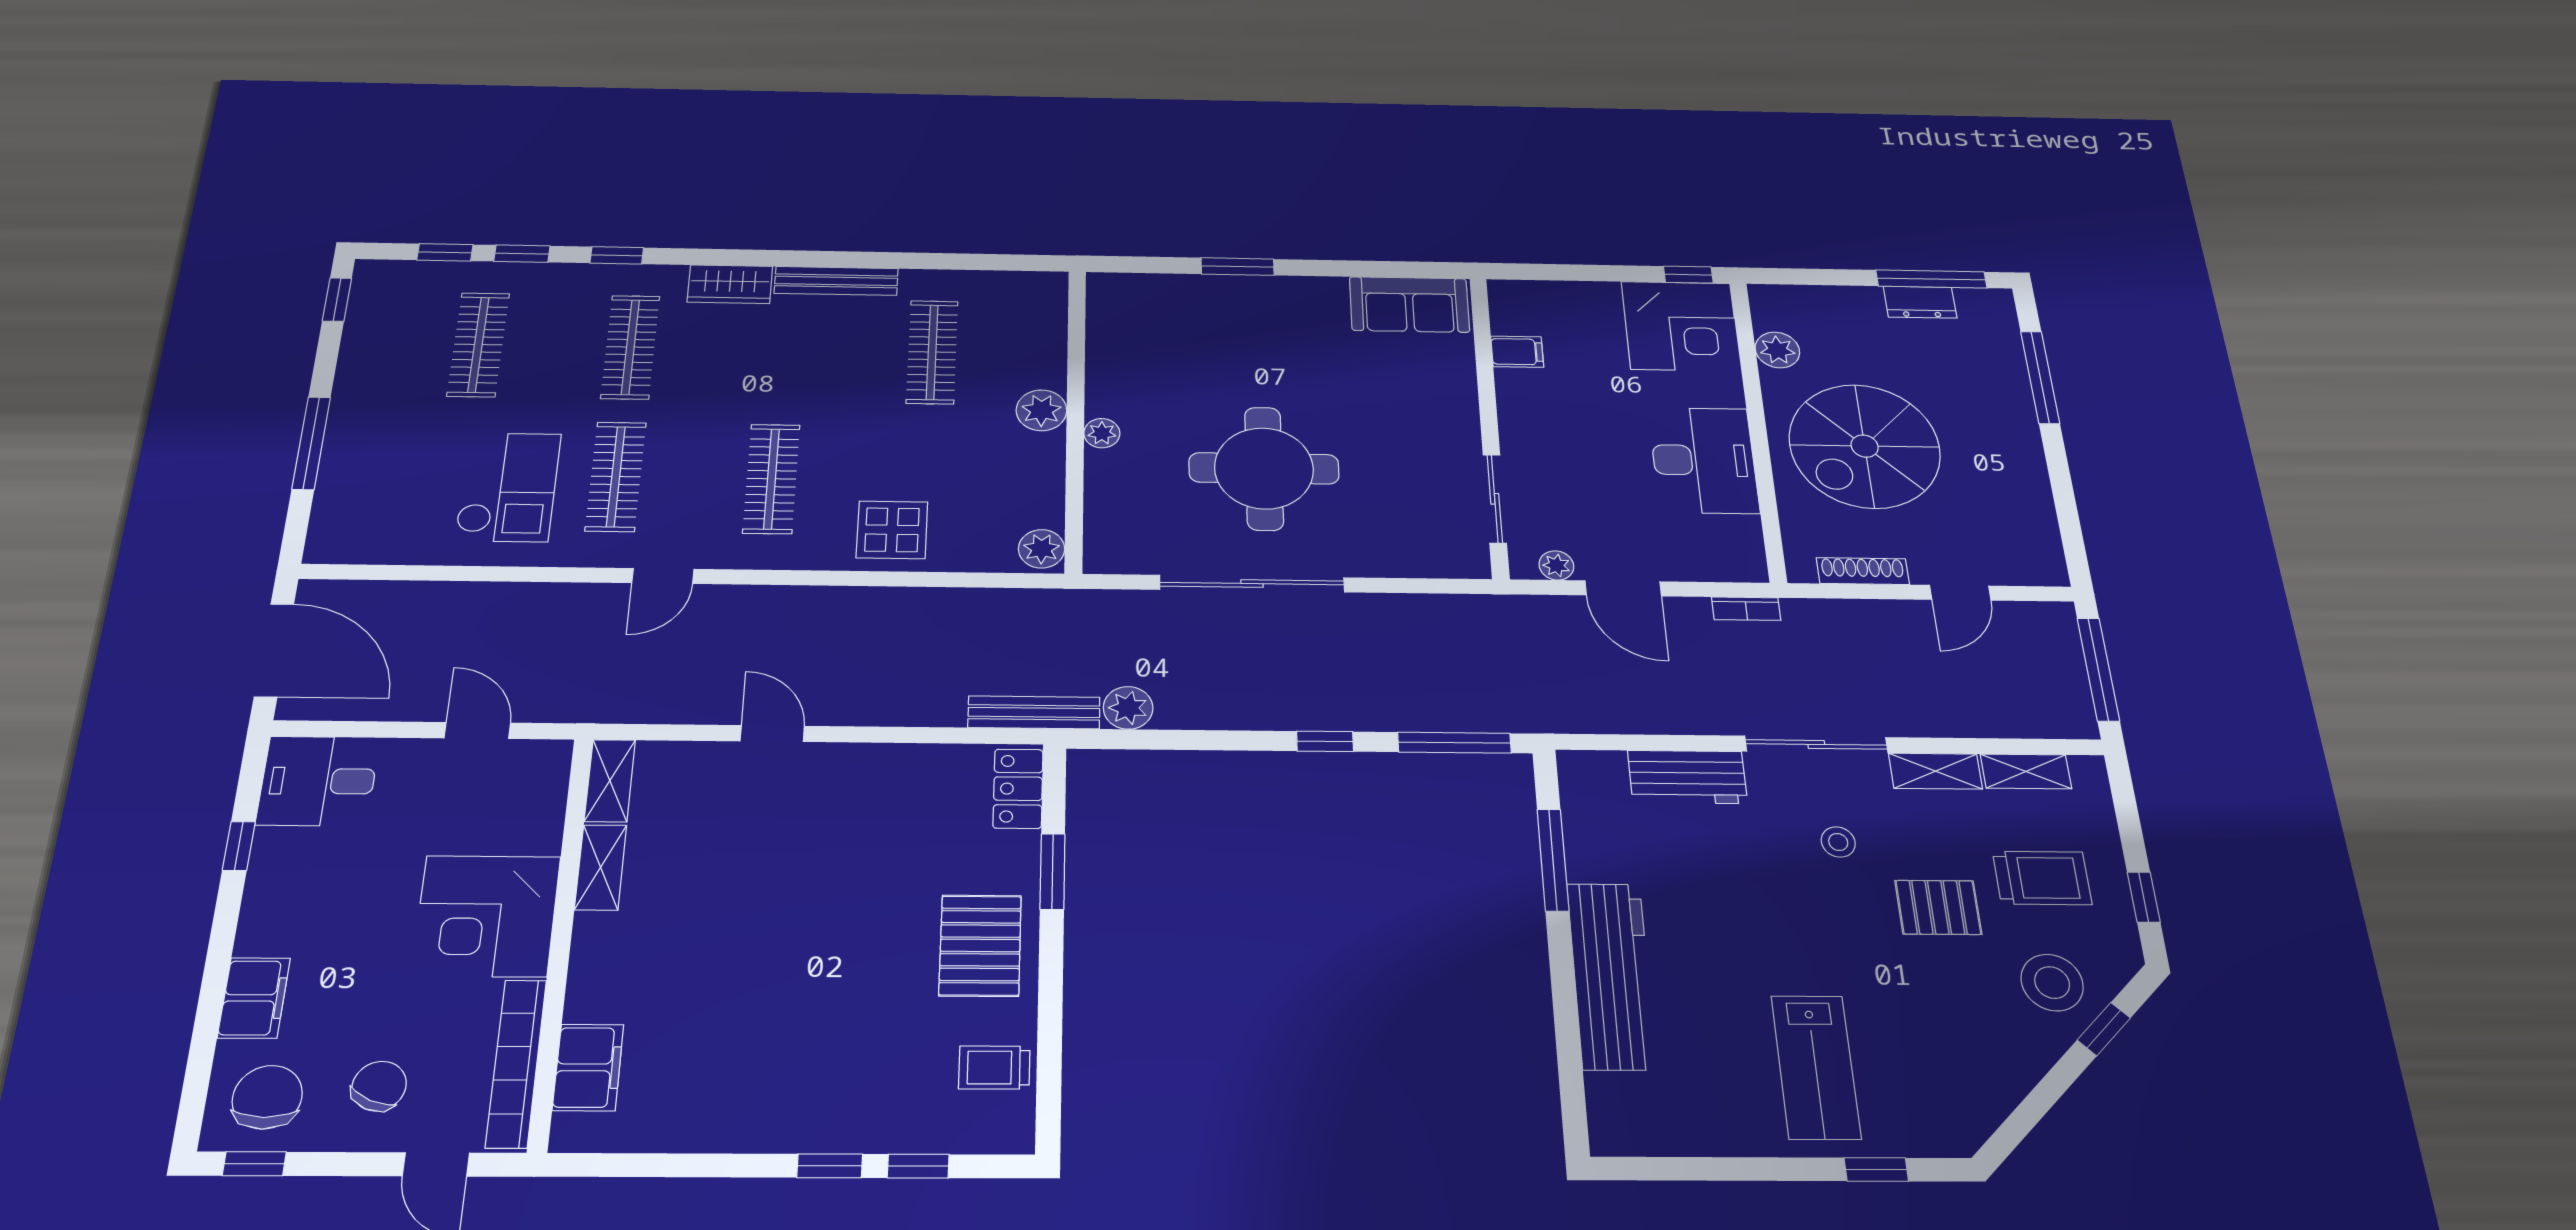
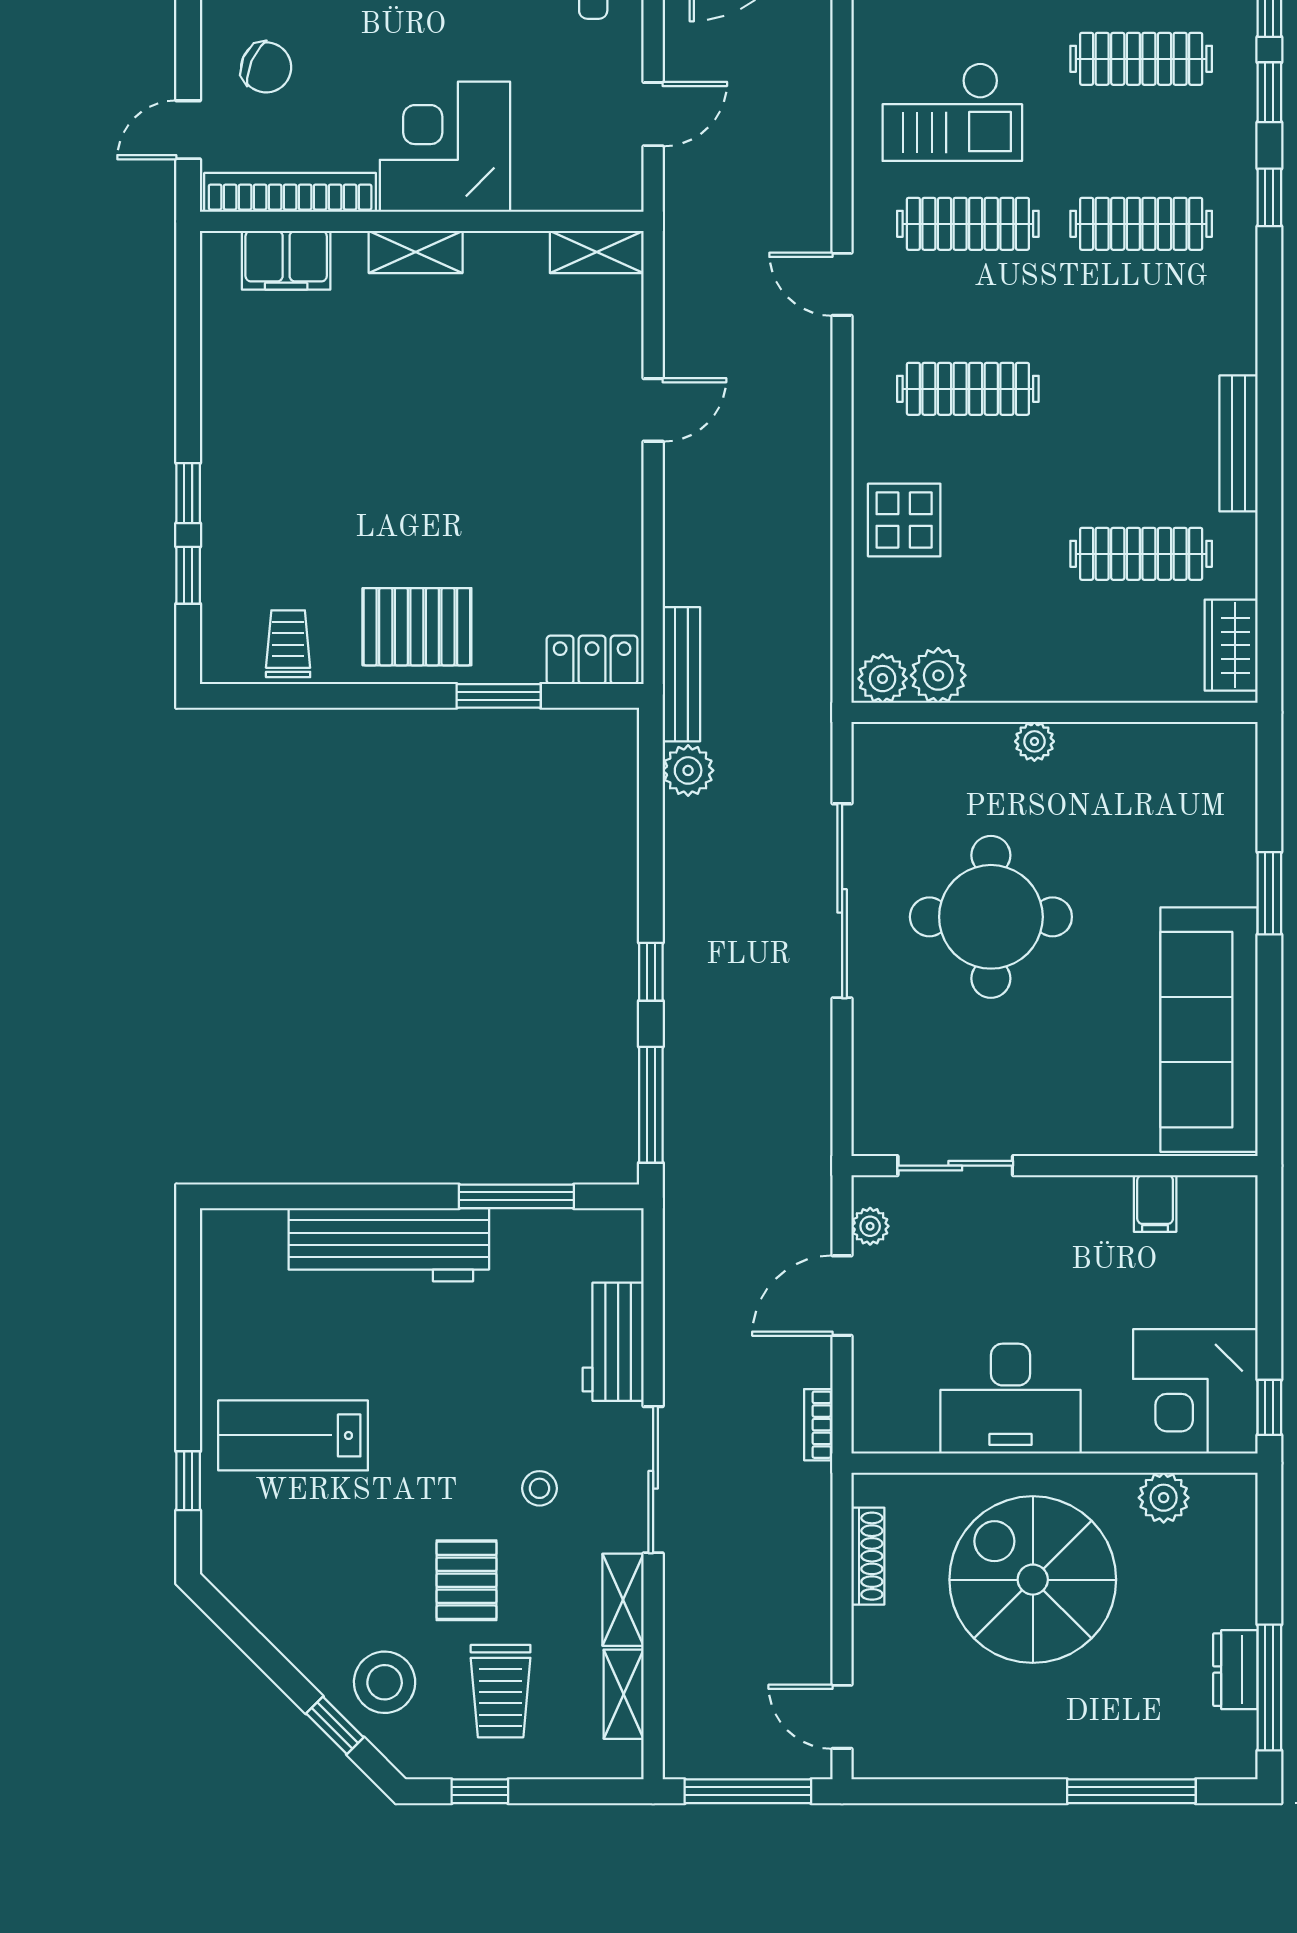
wardrobe: (730, 284) -> (1231, 645), moved
sofa: (1409, 304) -> (1209, 1030), width x1.85, depth x1.27
plant: (1041, 410) -> (938, 675), moved
door: (1960, 593) -> (842, 1717), moved
shelving: (601, 867) -> (416, 252), moved

